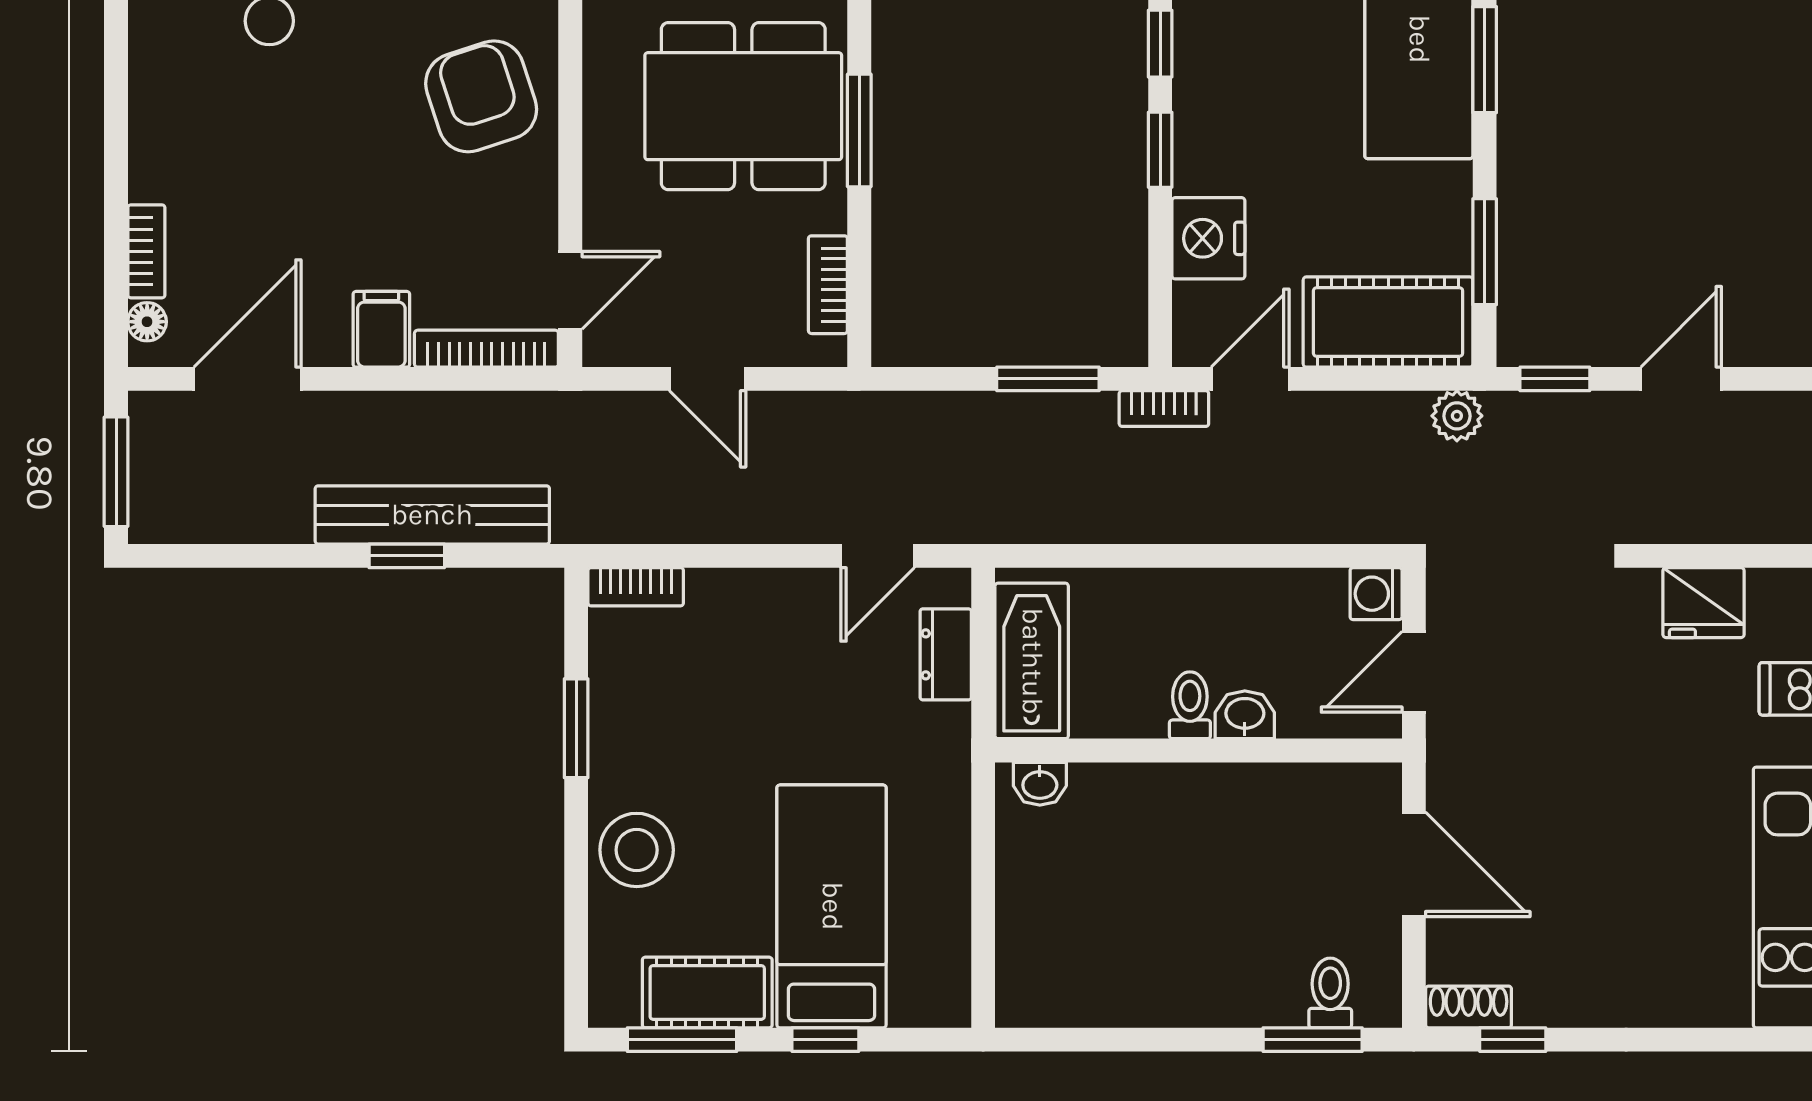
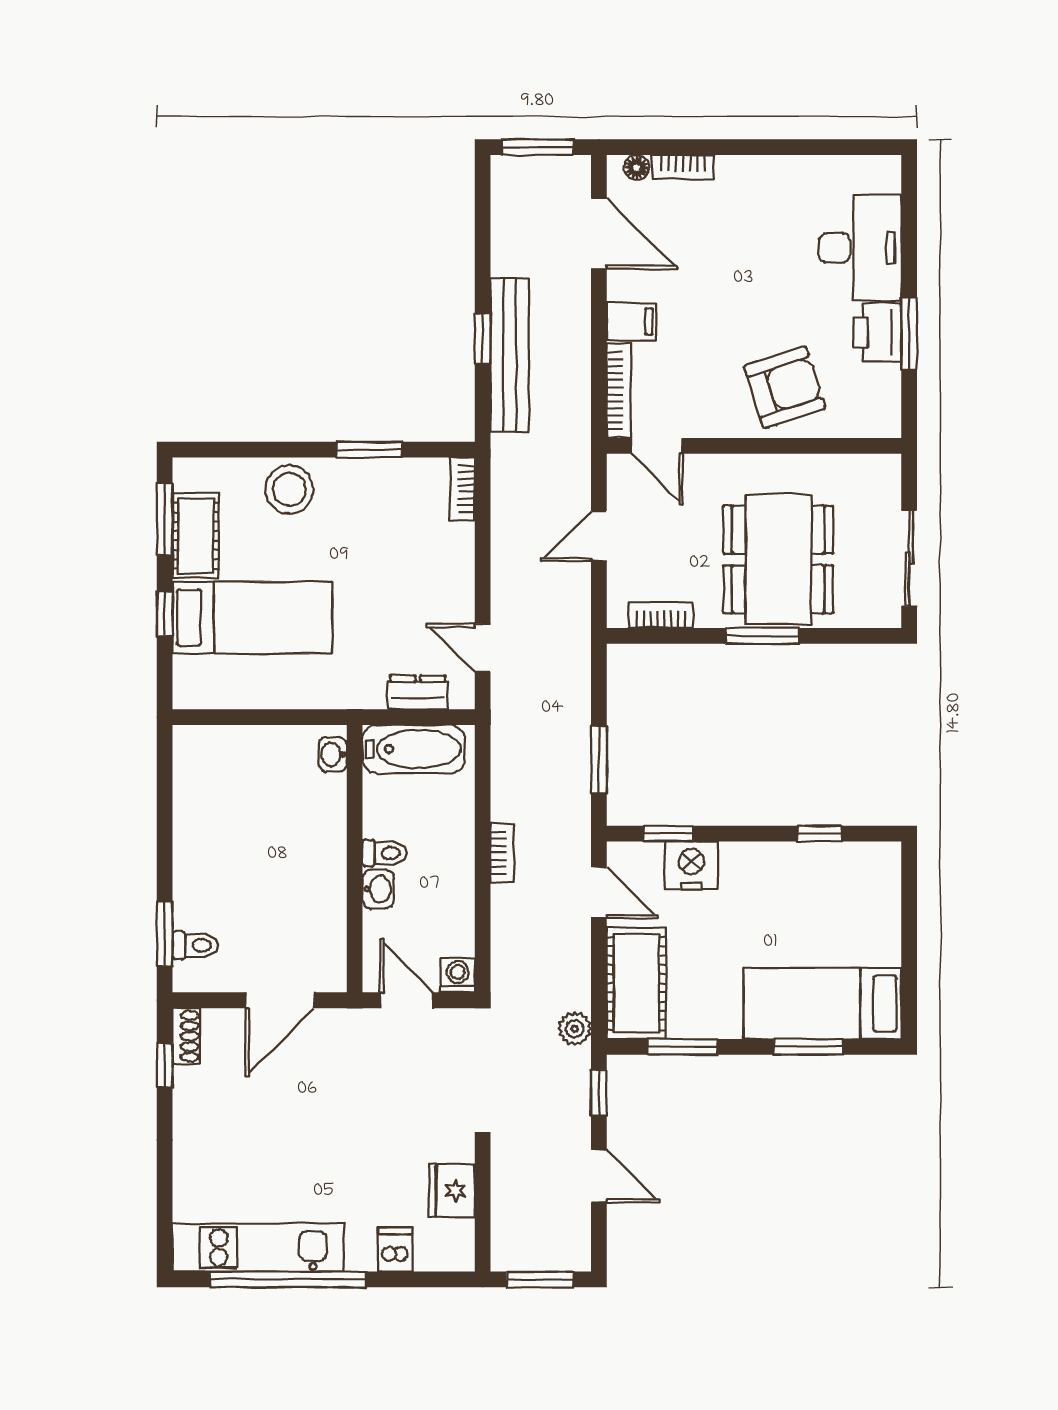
window: (1160, 150) -> (668, 834), moved
bookcase: (1164, 409) -> (502, 853), moved, turned 180

